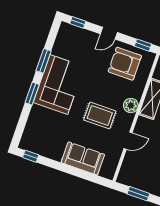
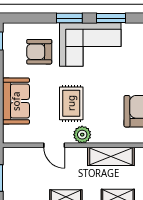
plant: (131, 105) -> (82, 135), moved
armchair: (50, 127) -> (39, 52), added

